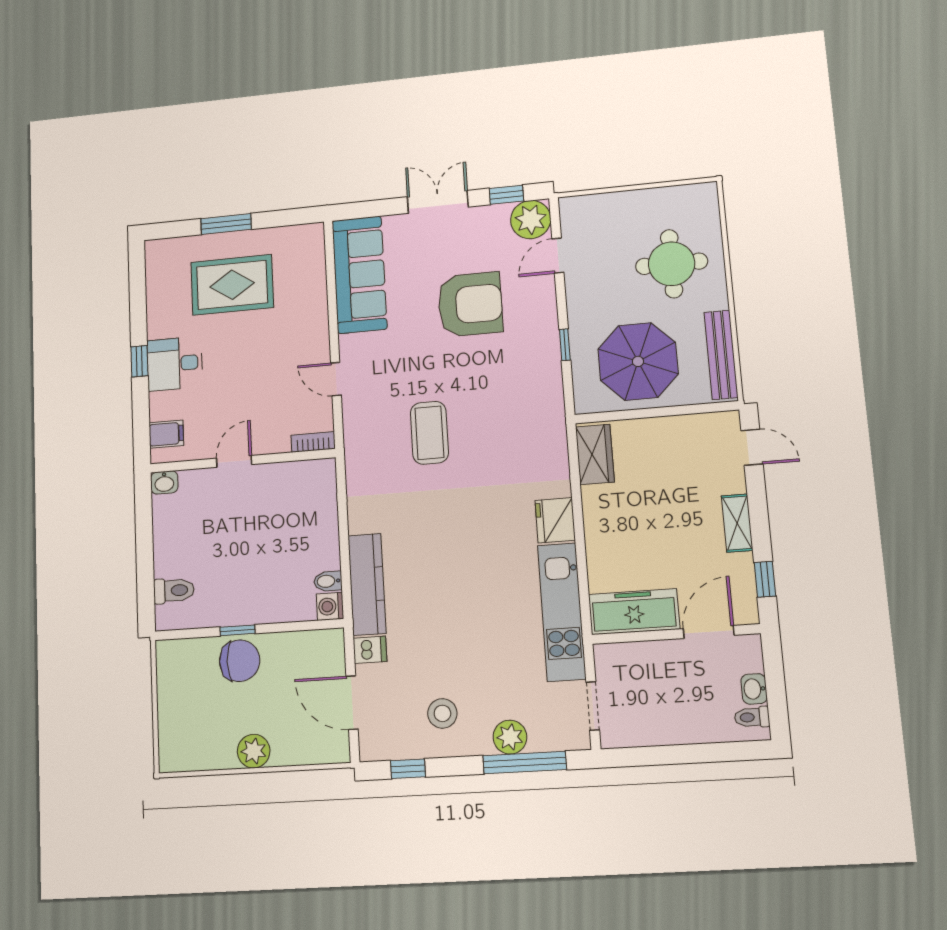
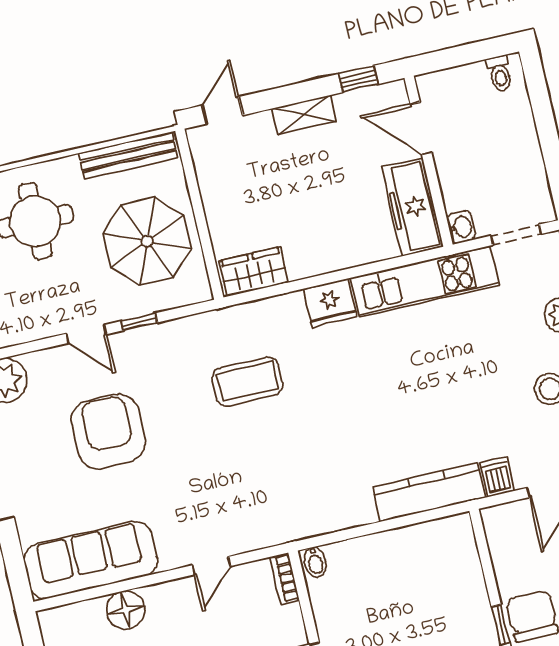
door: (558, 256) -> (86, 334), moved
floor lamp: (311, 299) -> (125, 610), added
coffee table: (429, 433) -> (248, 381), moved
bidet: (328, 581) -> (315, 562), moved
washing machine: (330, 606) -> (459, 528), removed
washbasin: (754, 689) -> (461, 227), moved, turned -90

